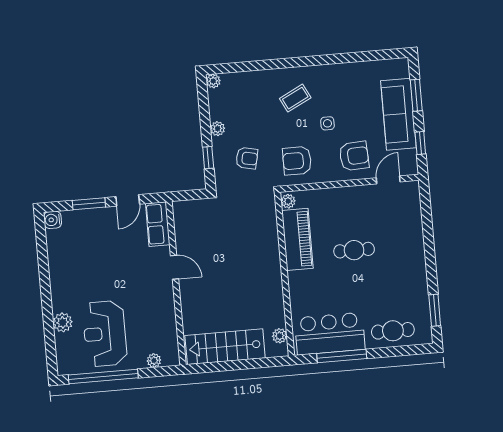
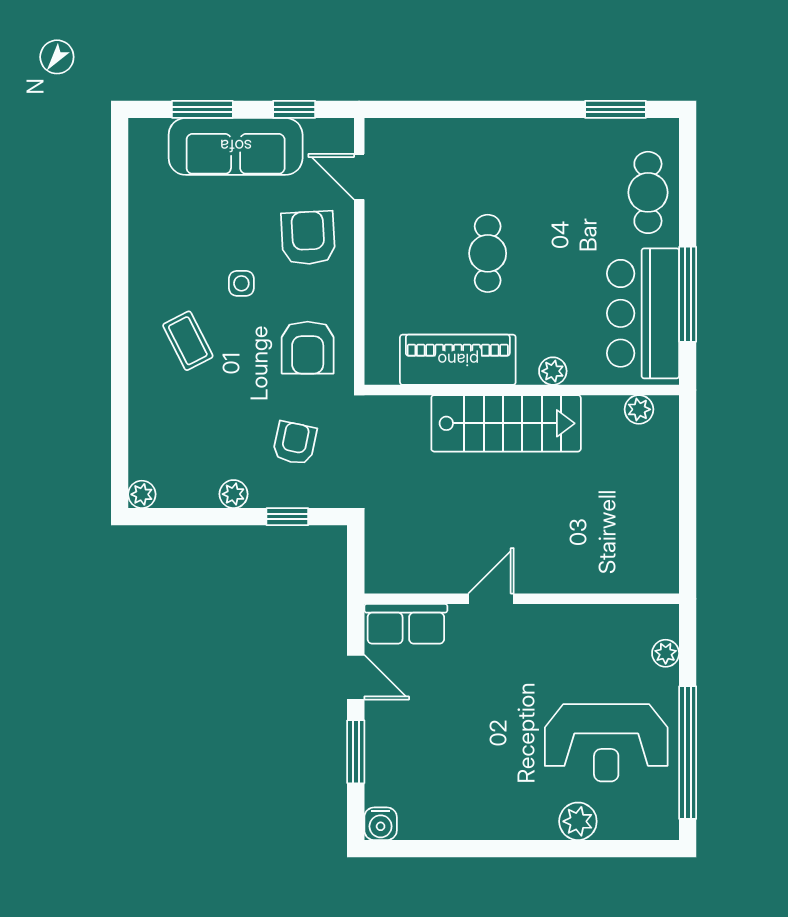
plant: (288, 201) -> (553, 371), moved
stairs: (225, 347) -> (506, 423), moved, turned -90

